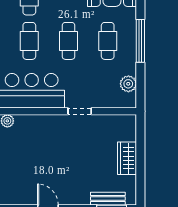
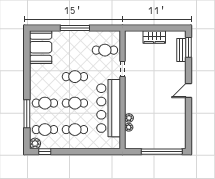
cafe table: (108, 41) -> (105, 50), moved
plant: (128, 84) -> (104, 36), removed

